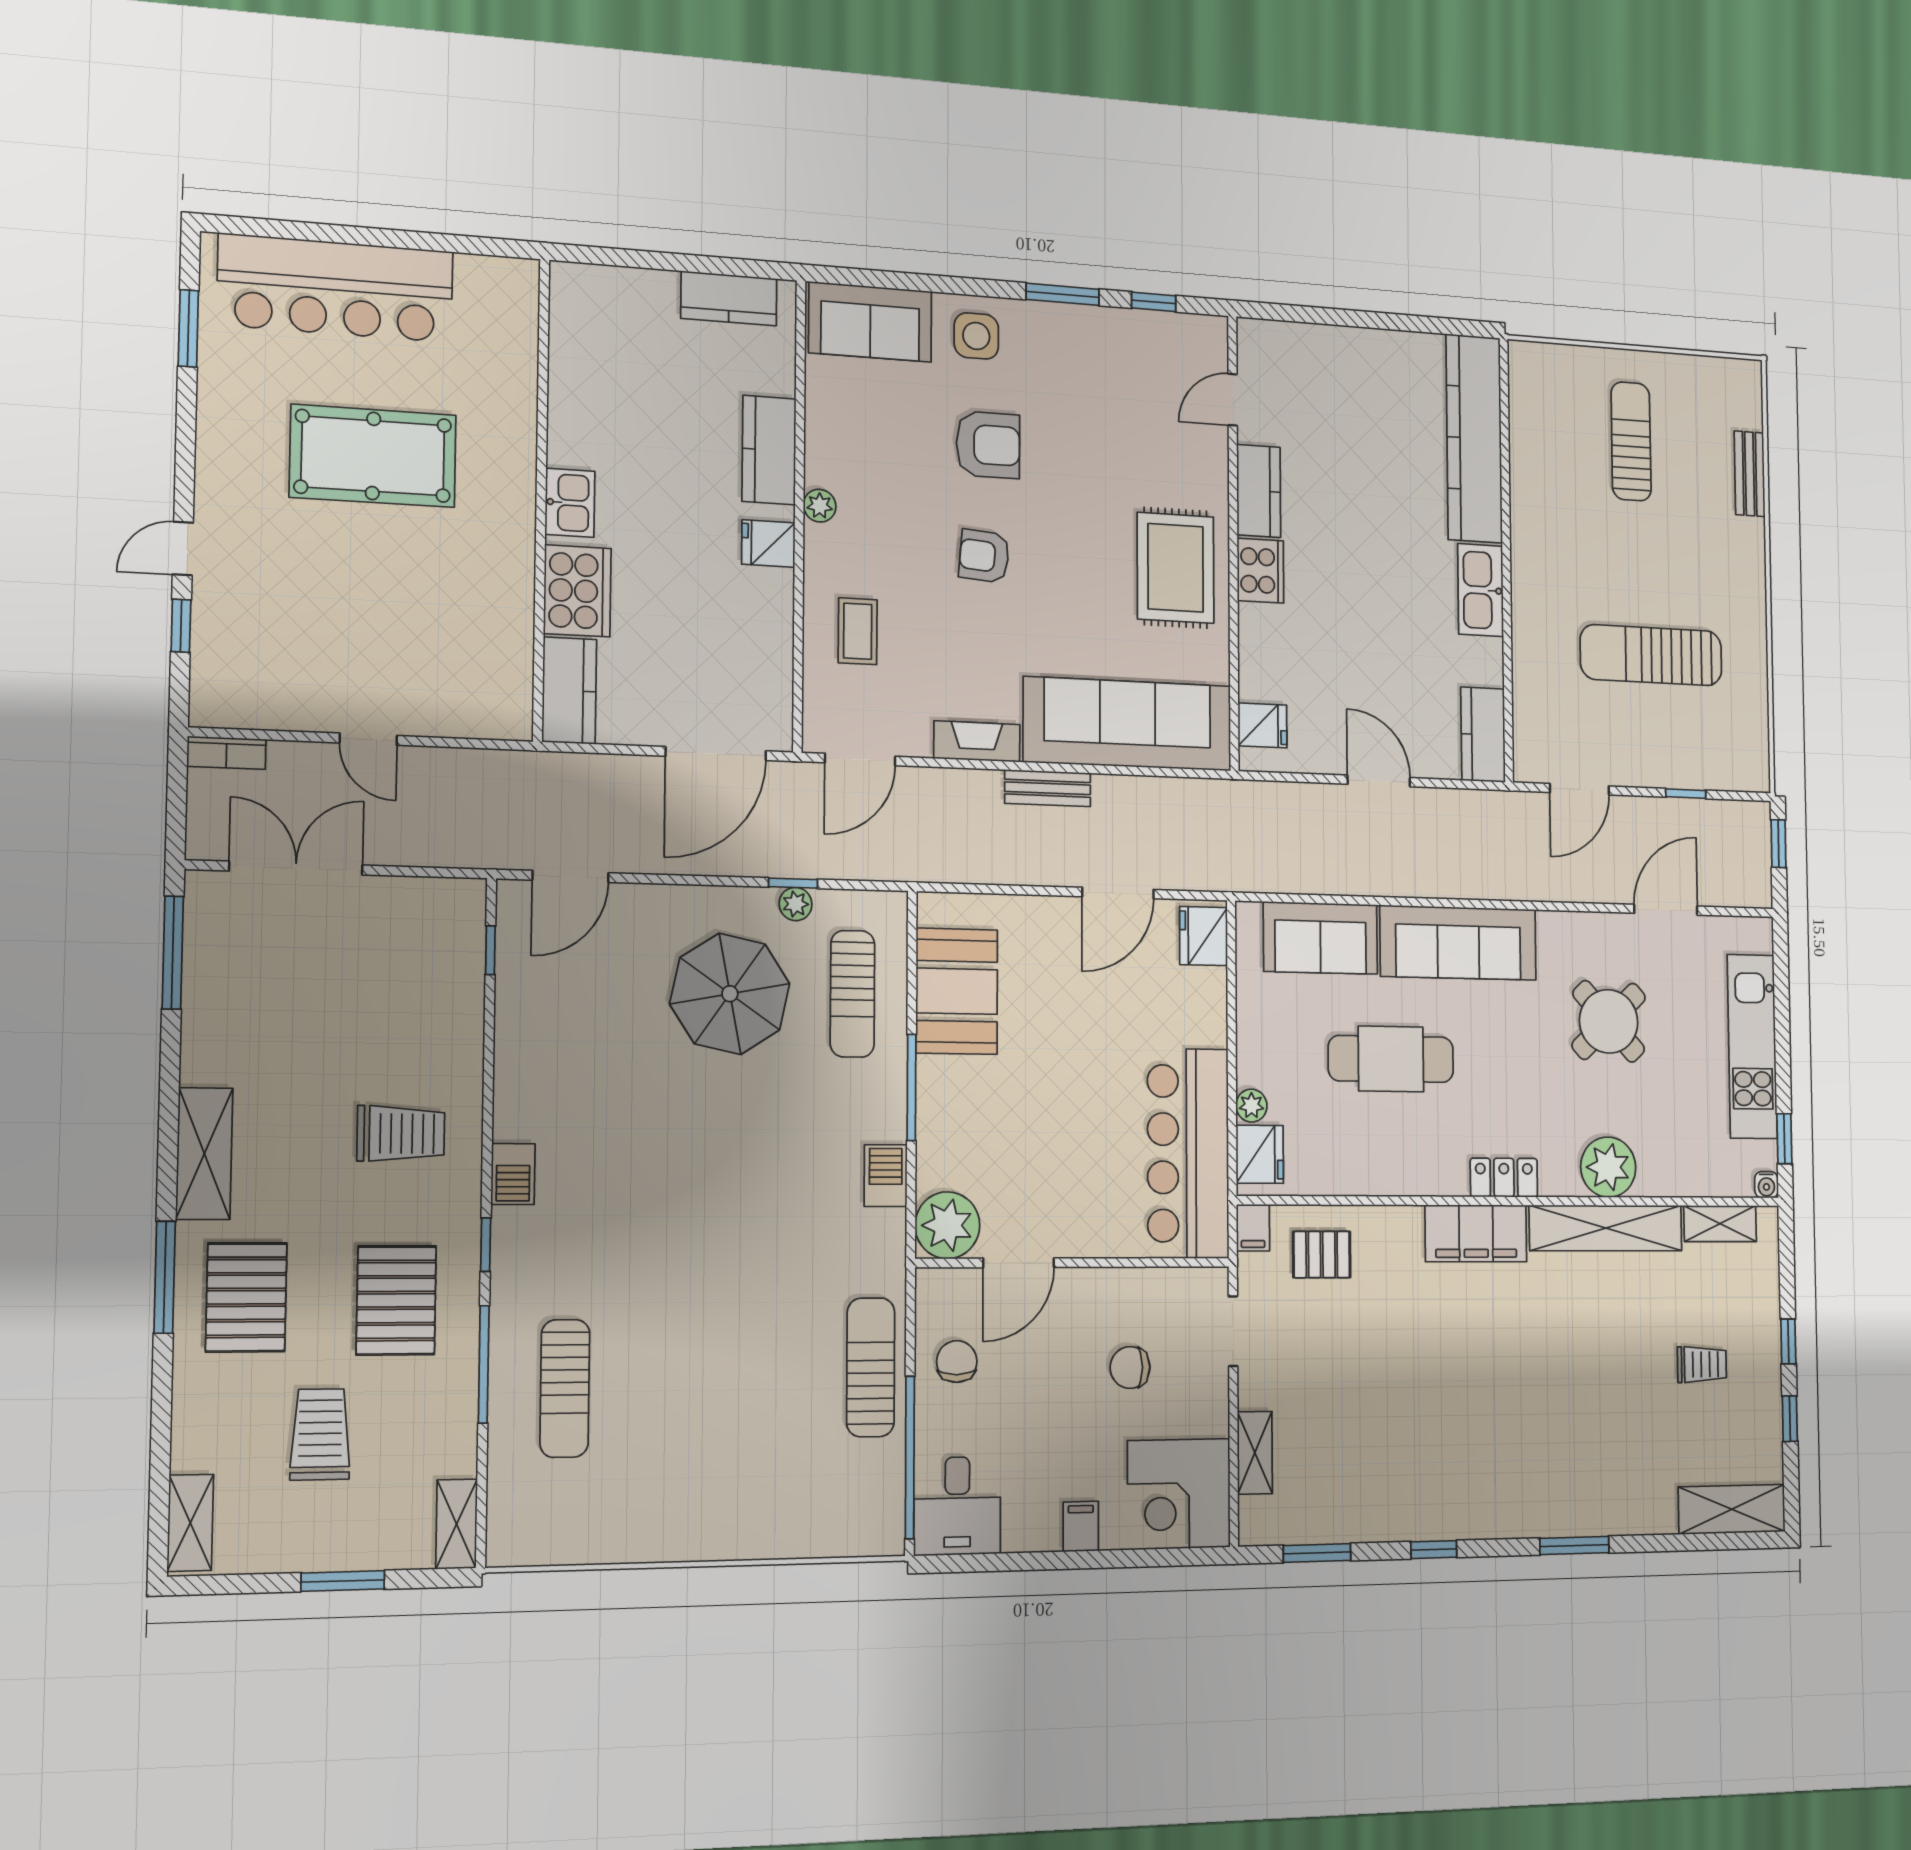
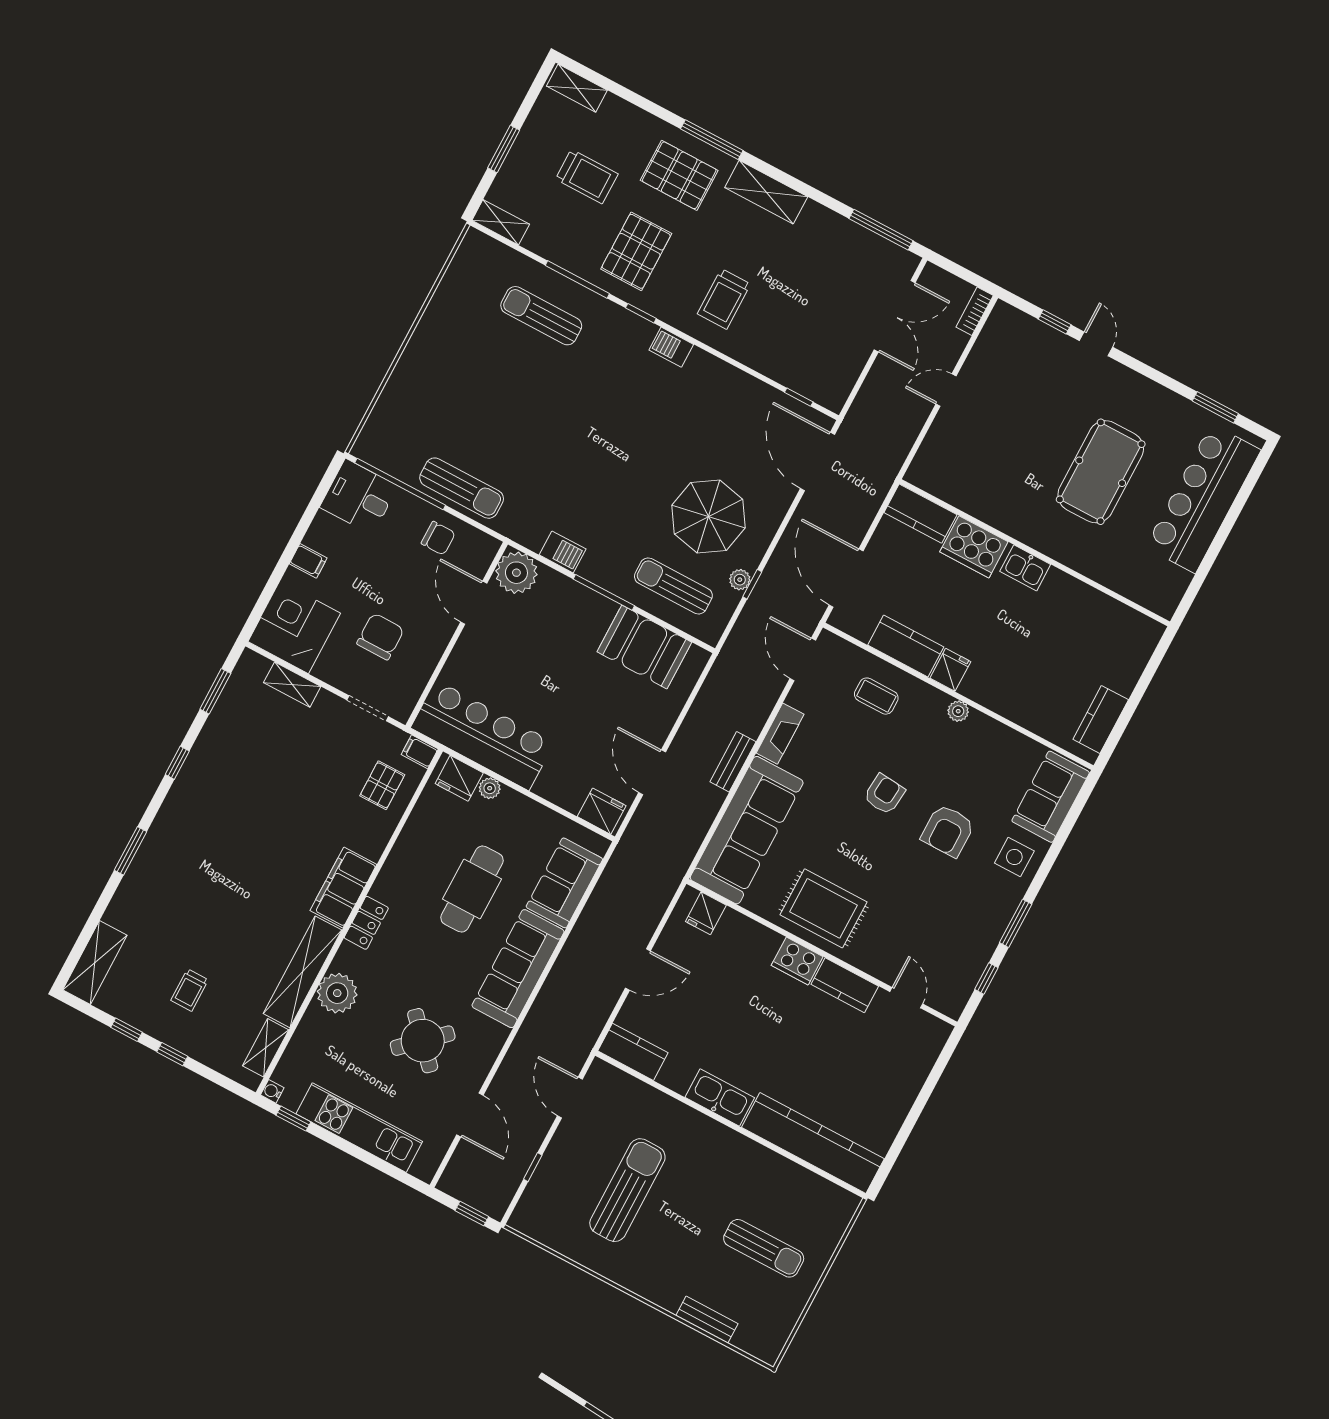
kitchen counter: (769, 450) -> (906, 646), moved
door: (571, 876) -> (817, 462), width x1.36
pallet: (396, 1300) -> (636, 251), turned 90
chair: (1130, 1367) -> (380, 636), width x1.37, depth x1.37

